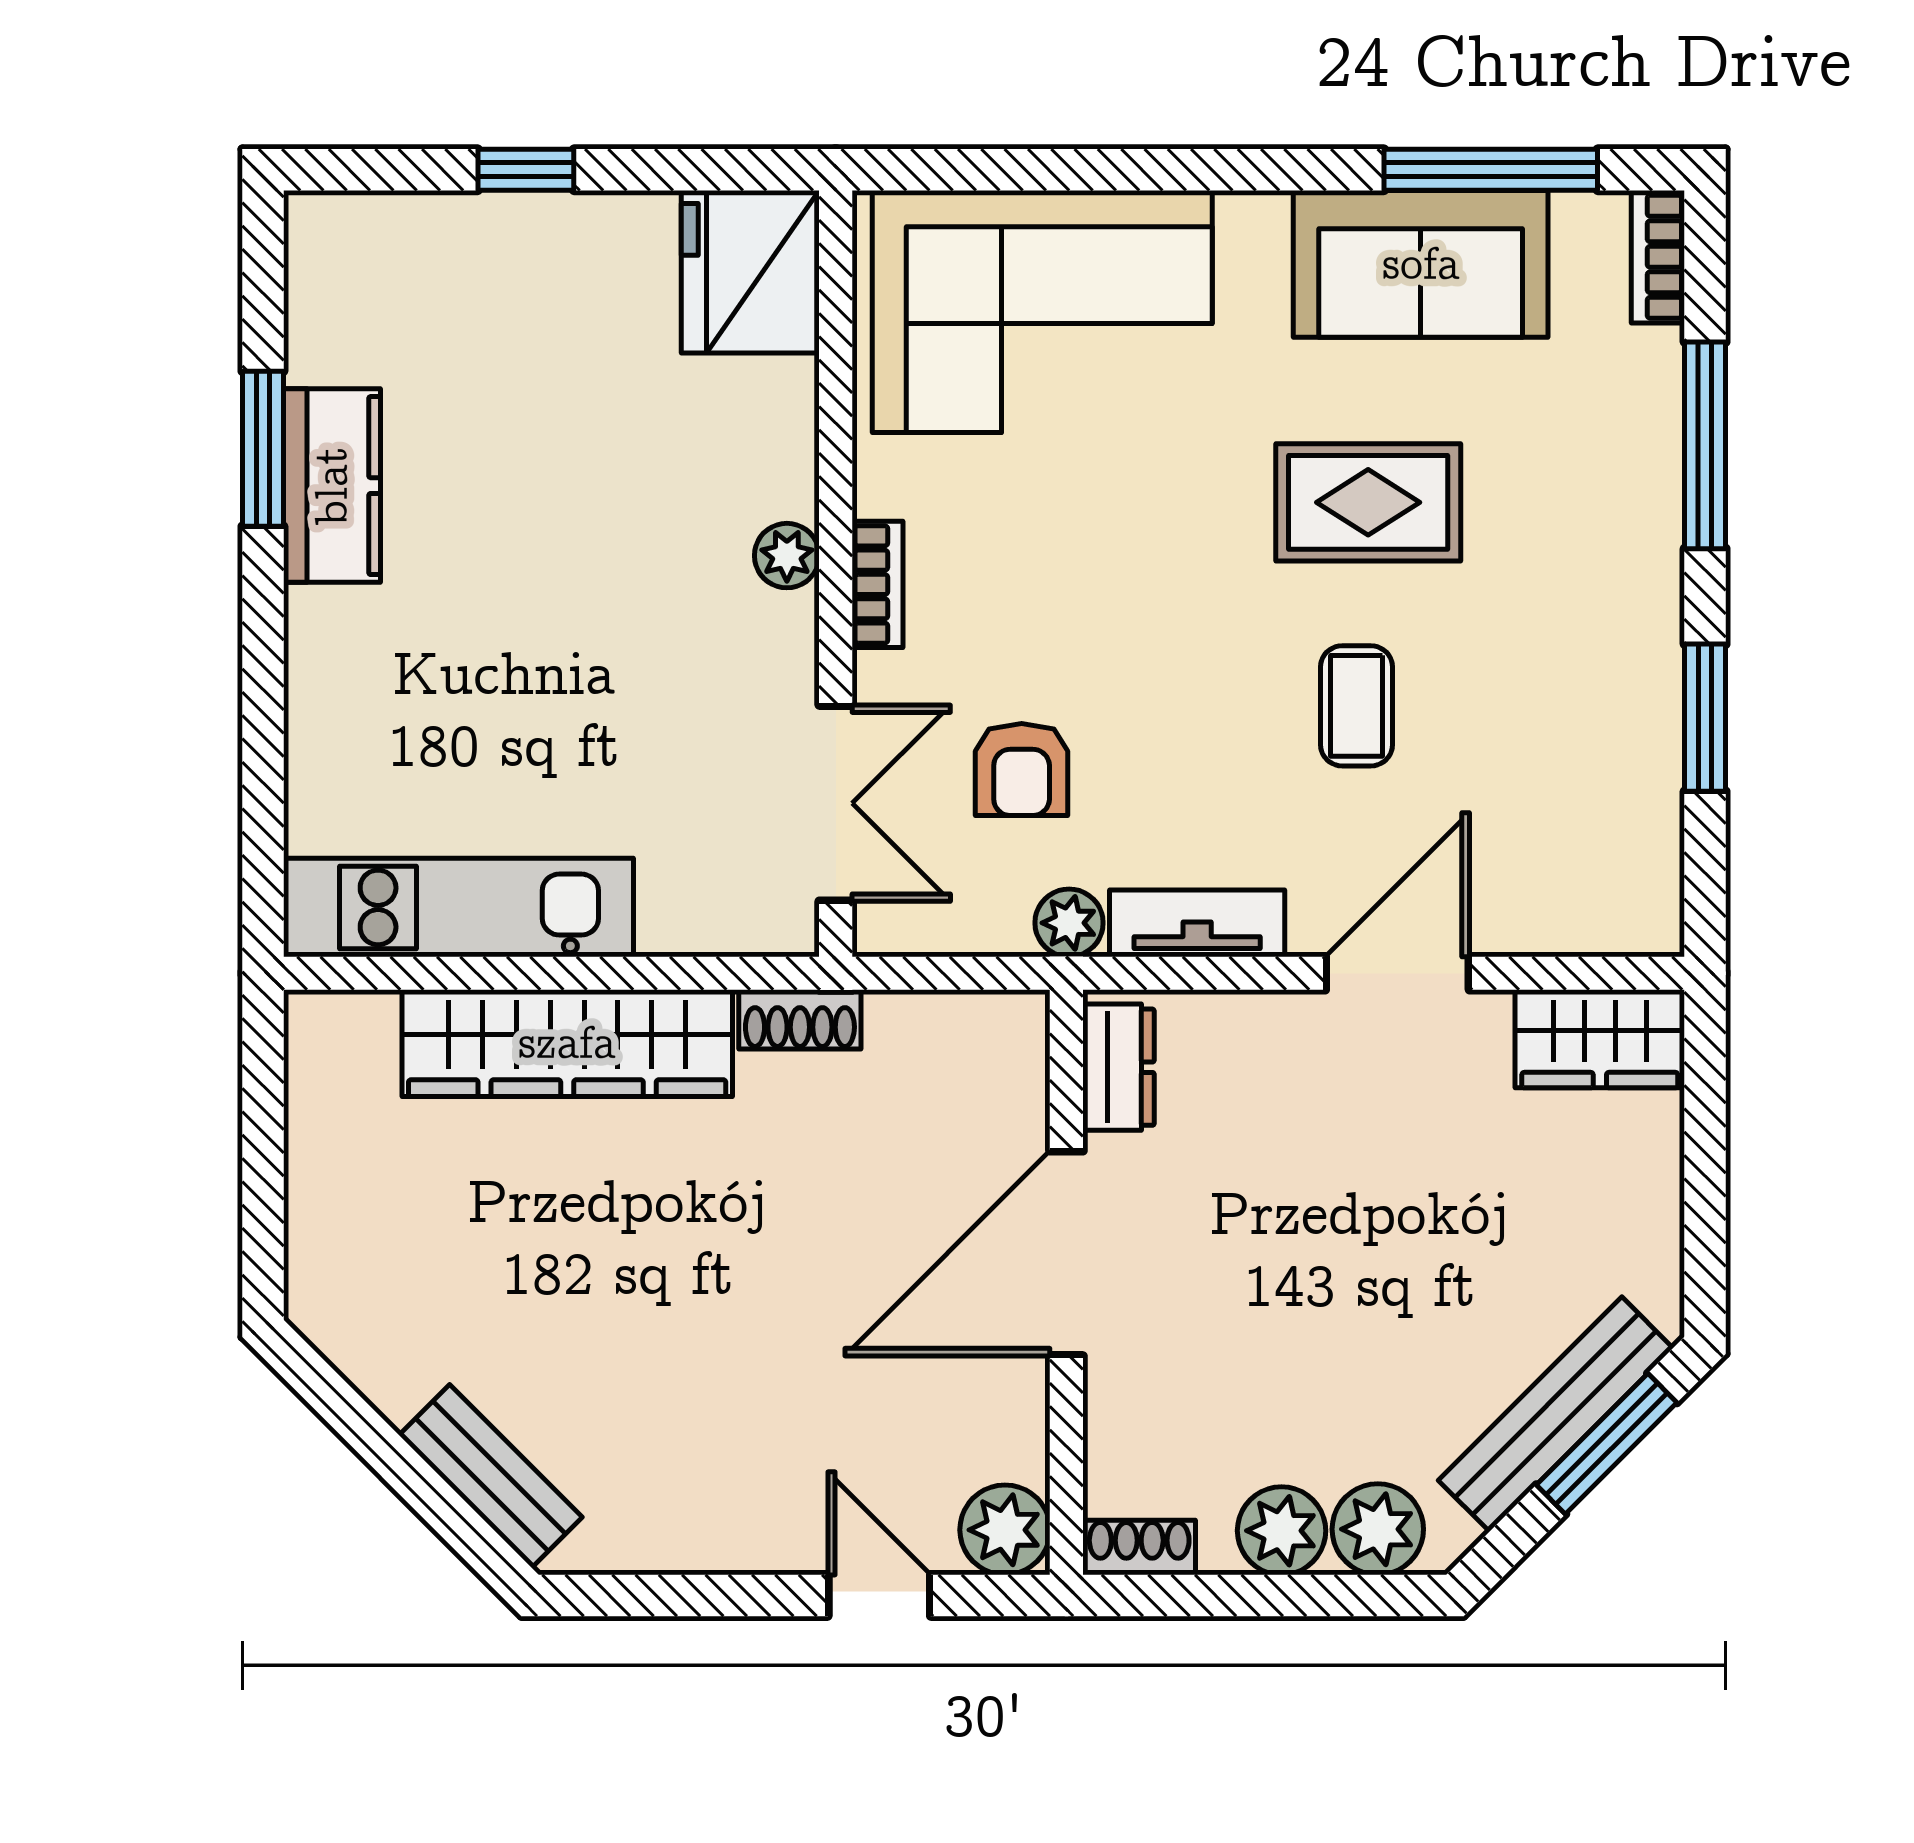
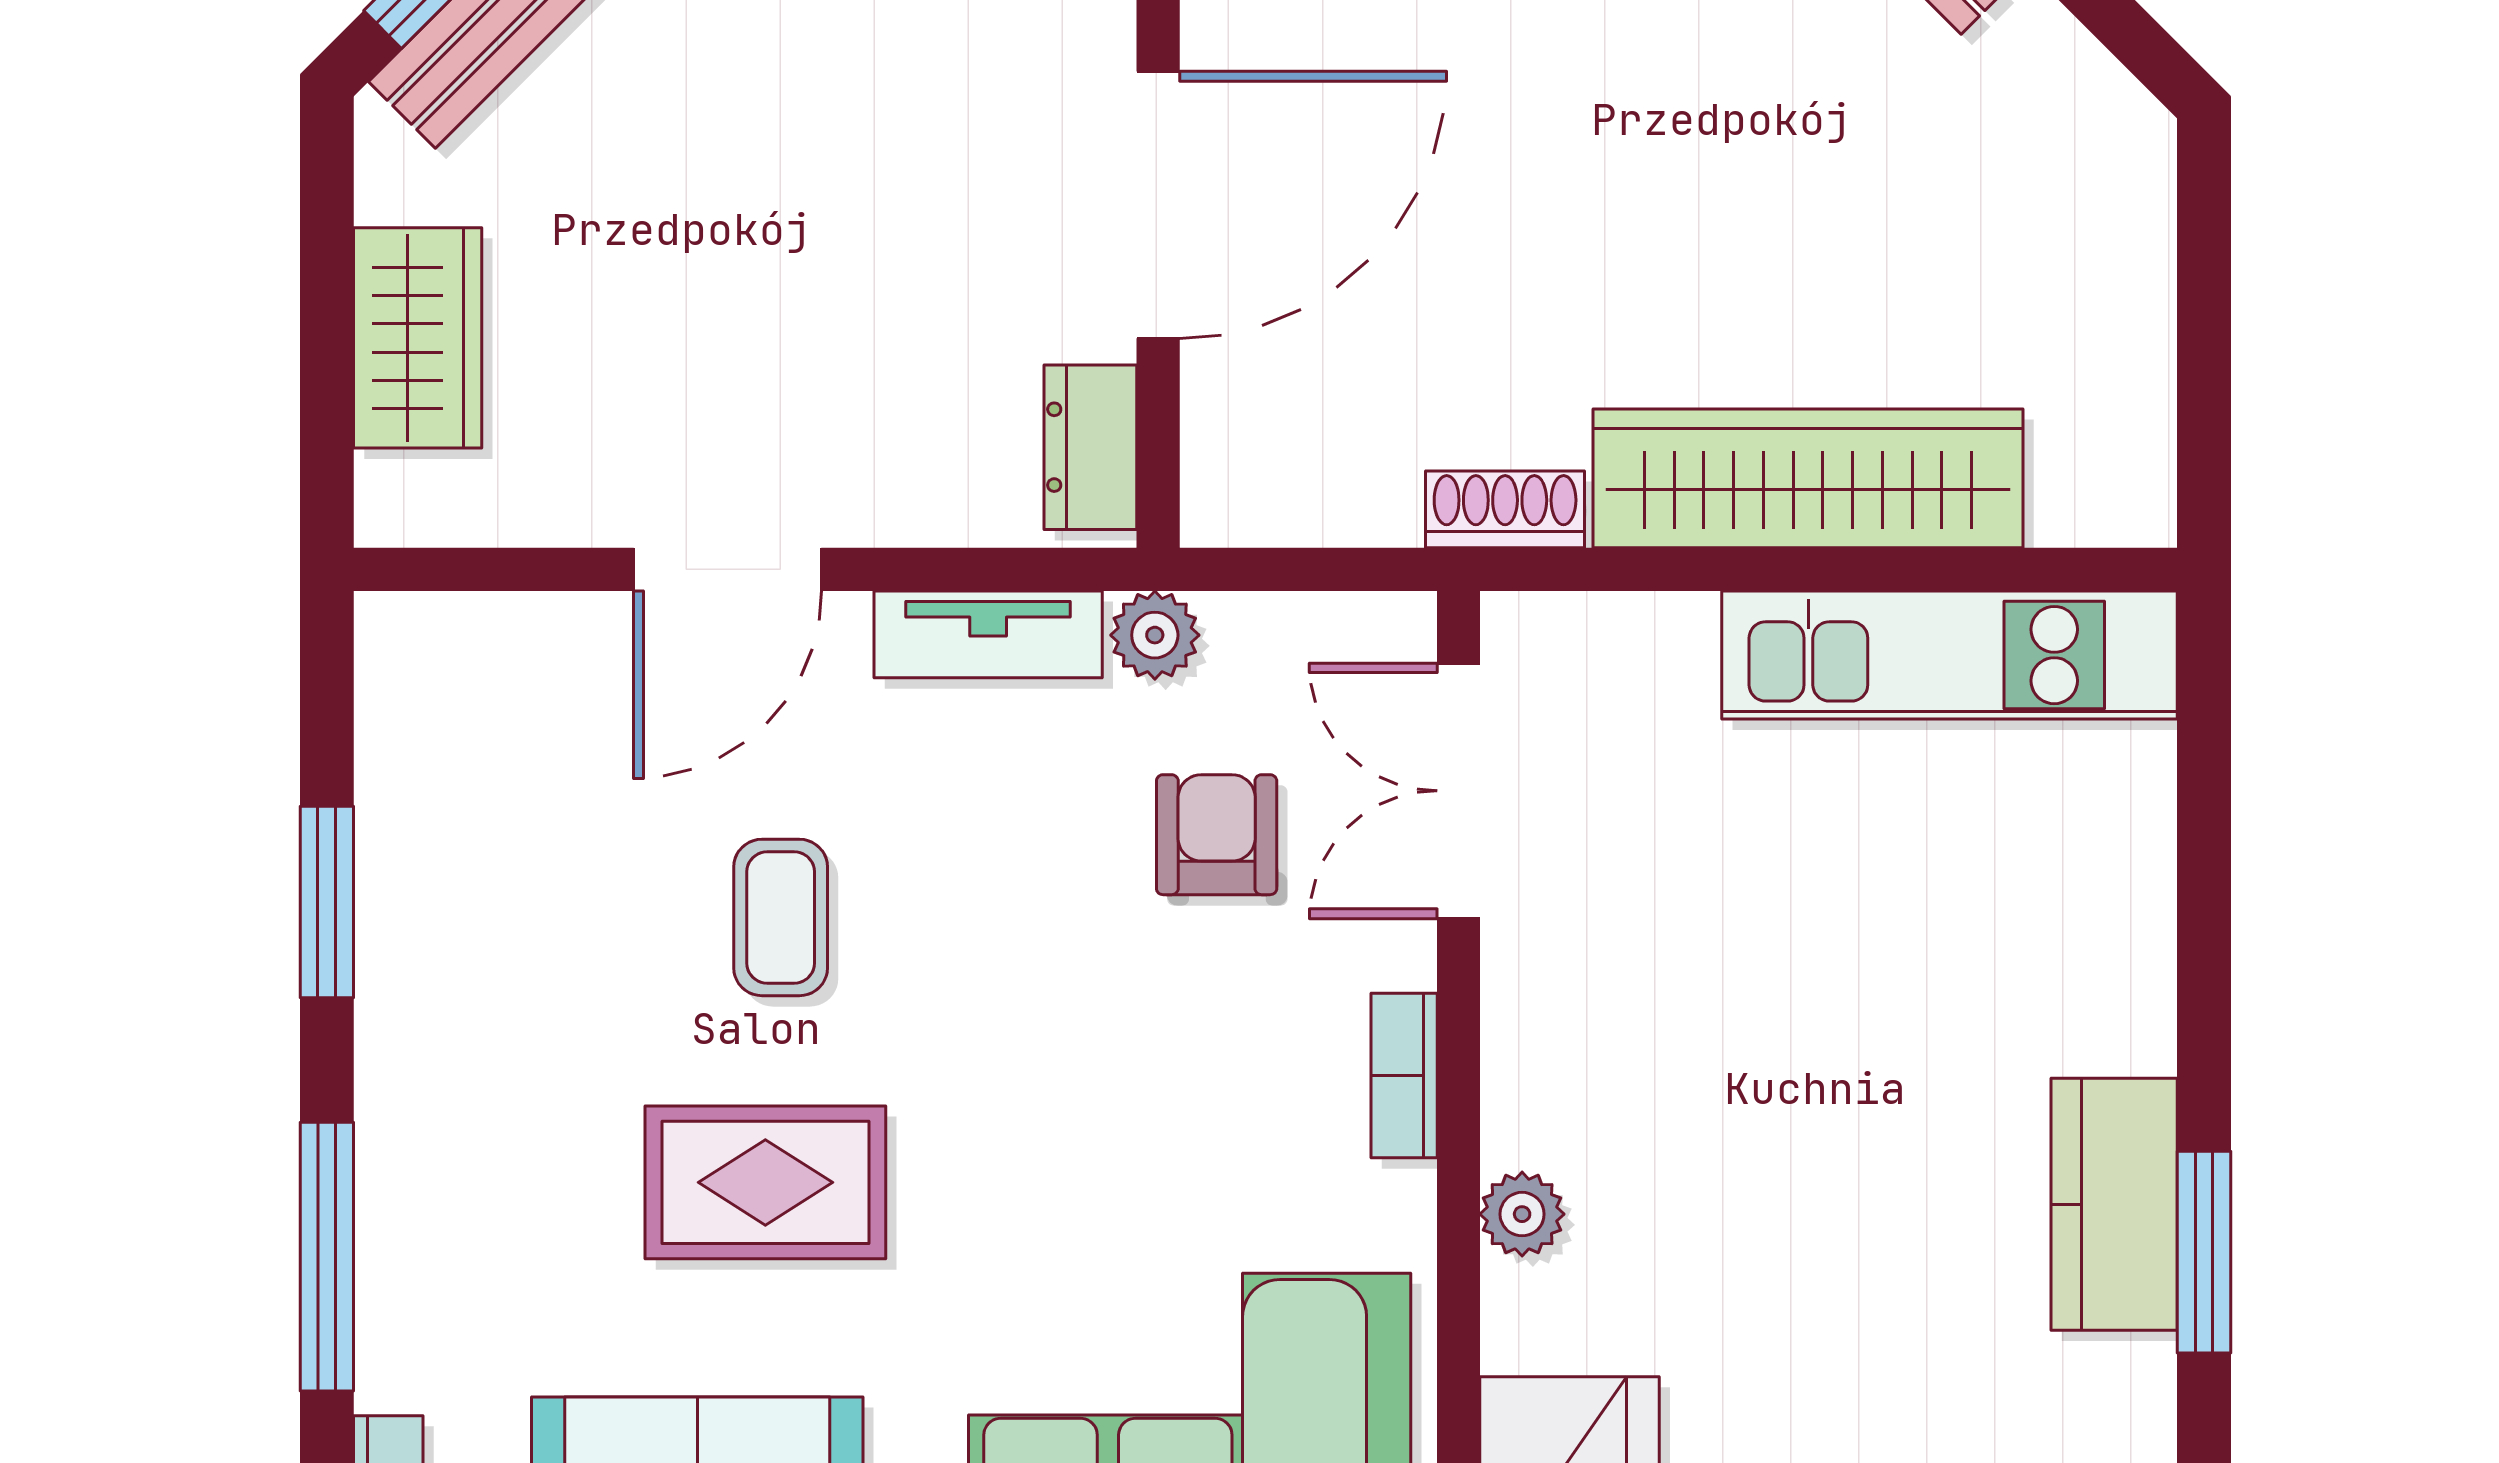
plant: (787, 556) -> (1522, 1214), moved
wardrobe: (1600, 1039) -> (418, 338), moved, turned 90

